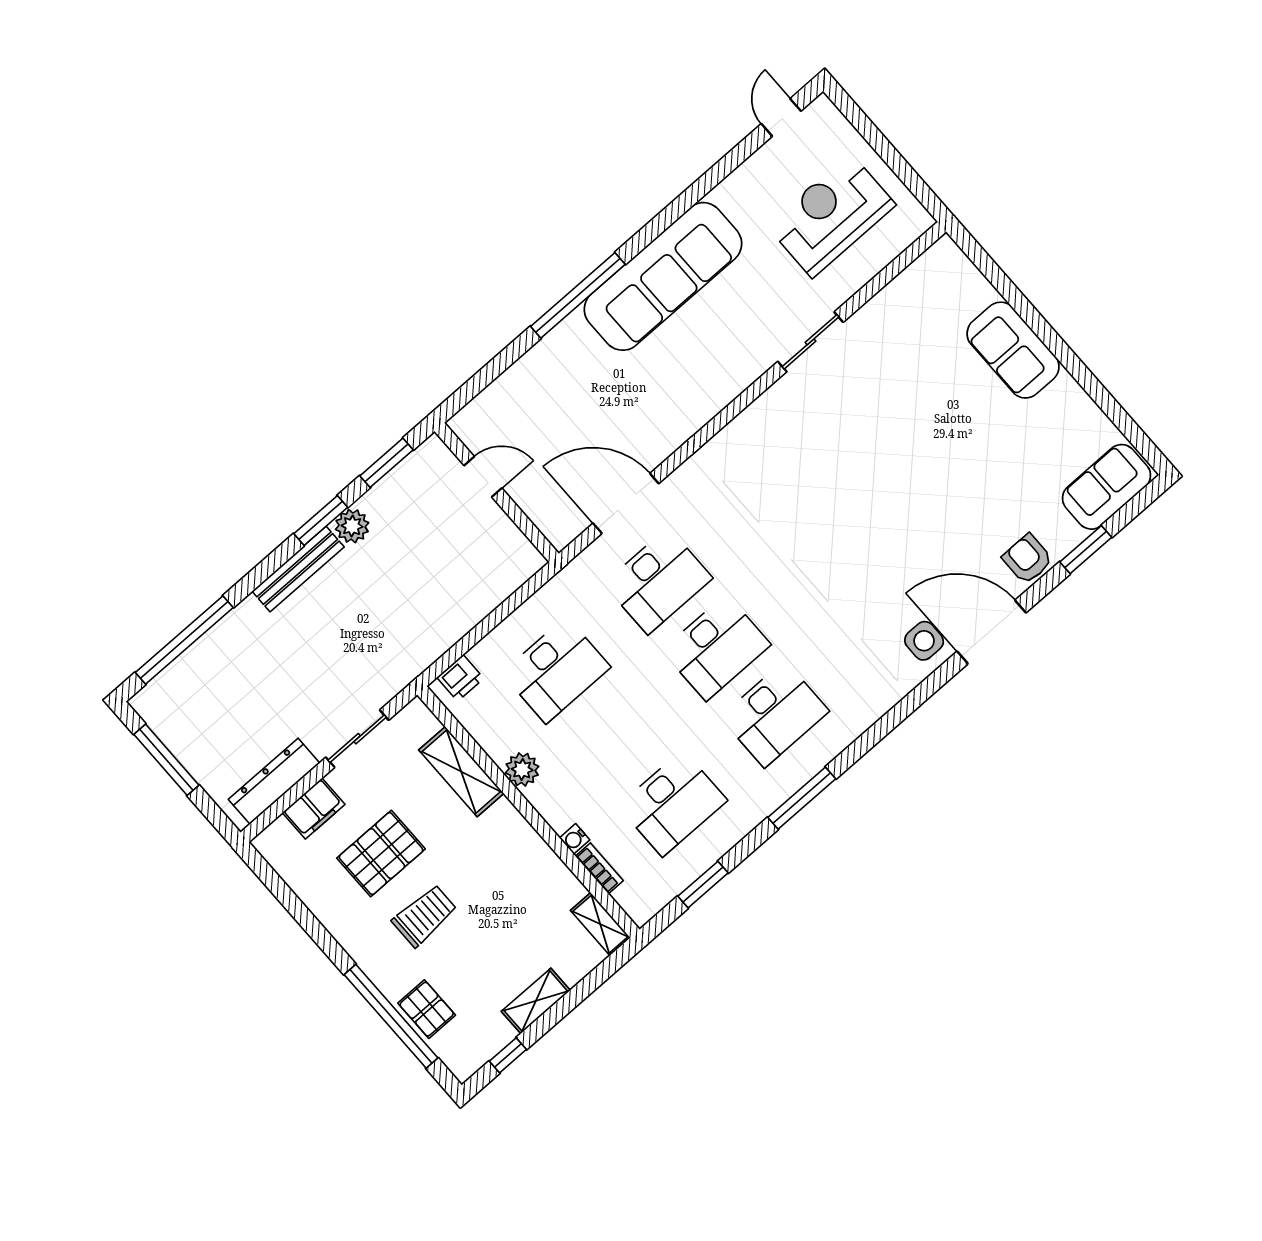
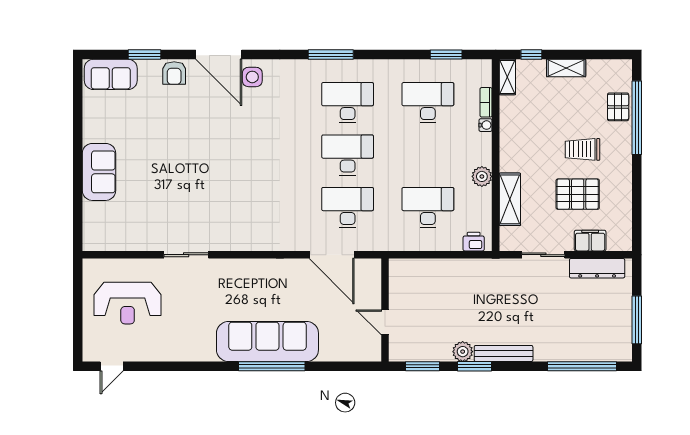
sofa: (663, 276) -> (267, 341), moved
window: (802, 798) -> (331, 55), moved
window: (508, 1055) -> (531, 55), moved

